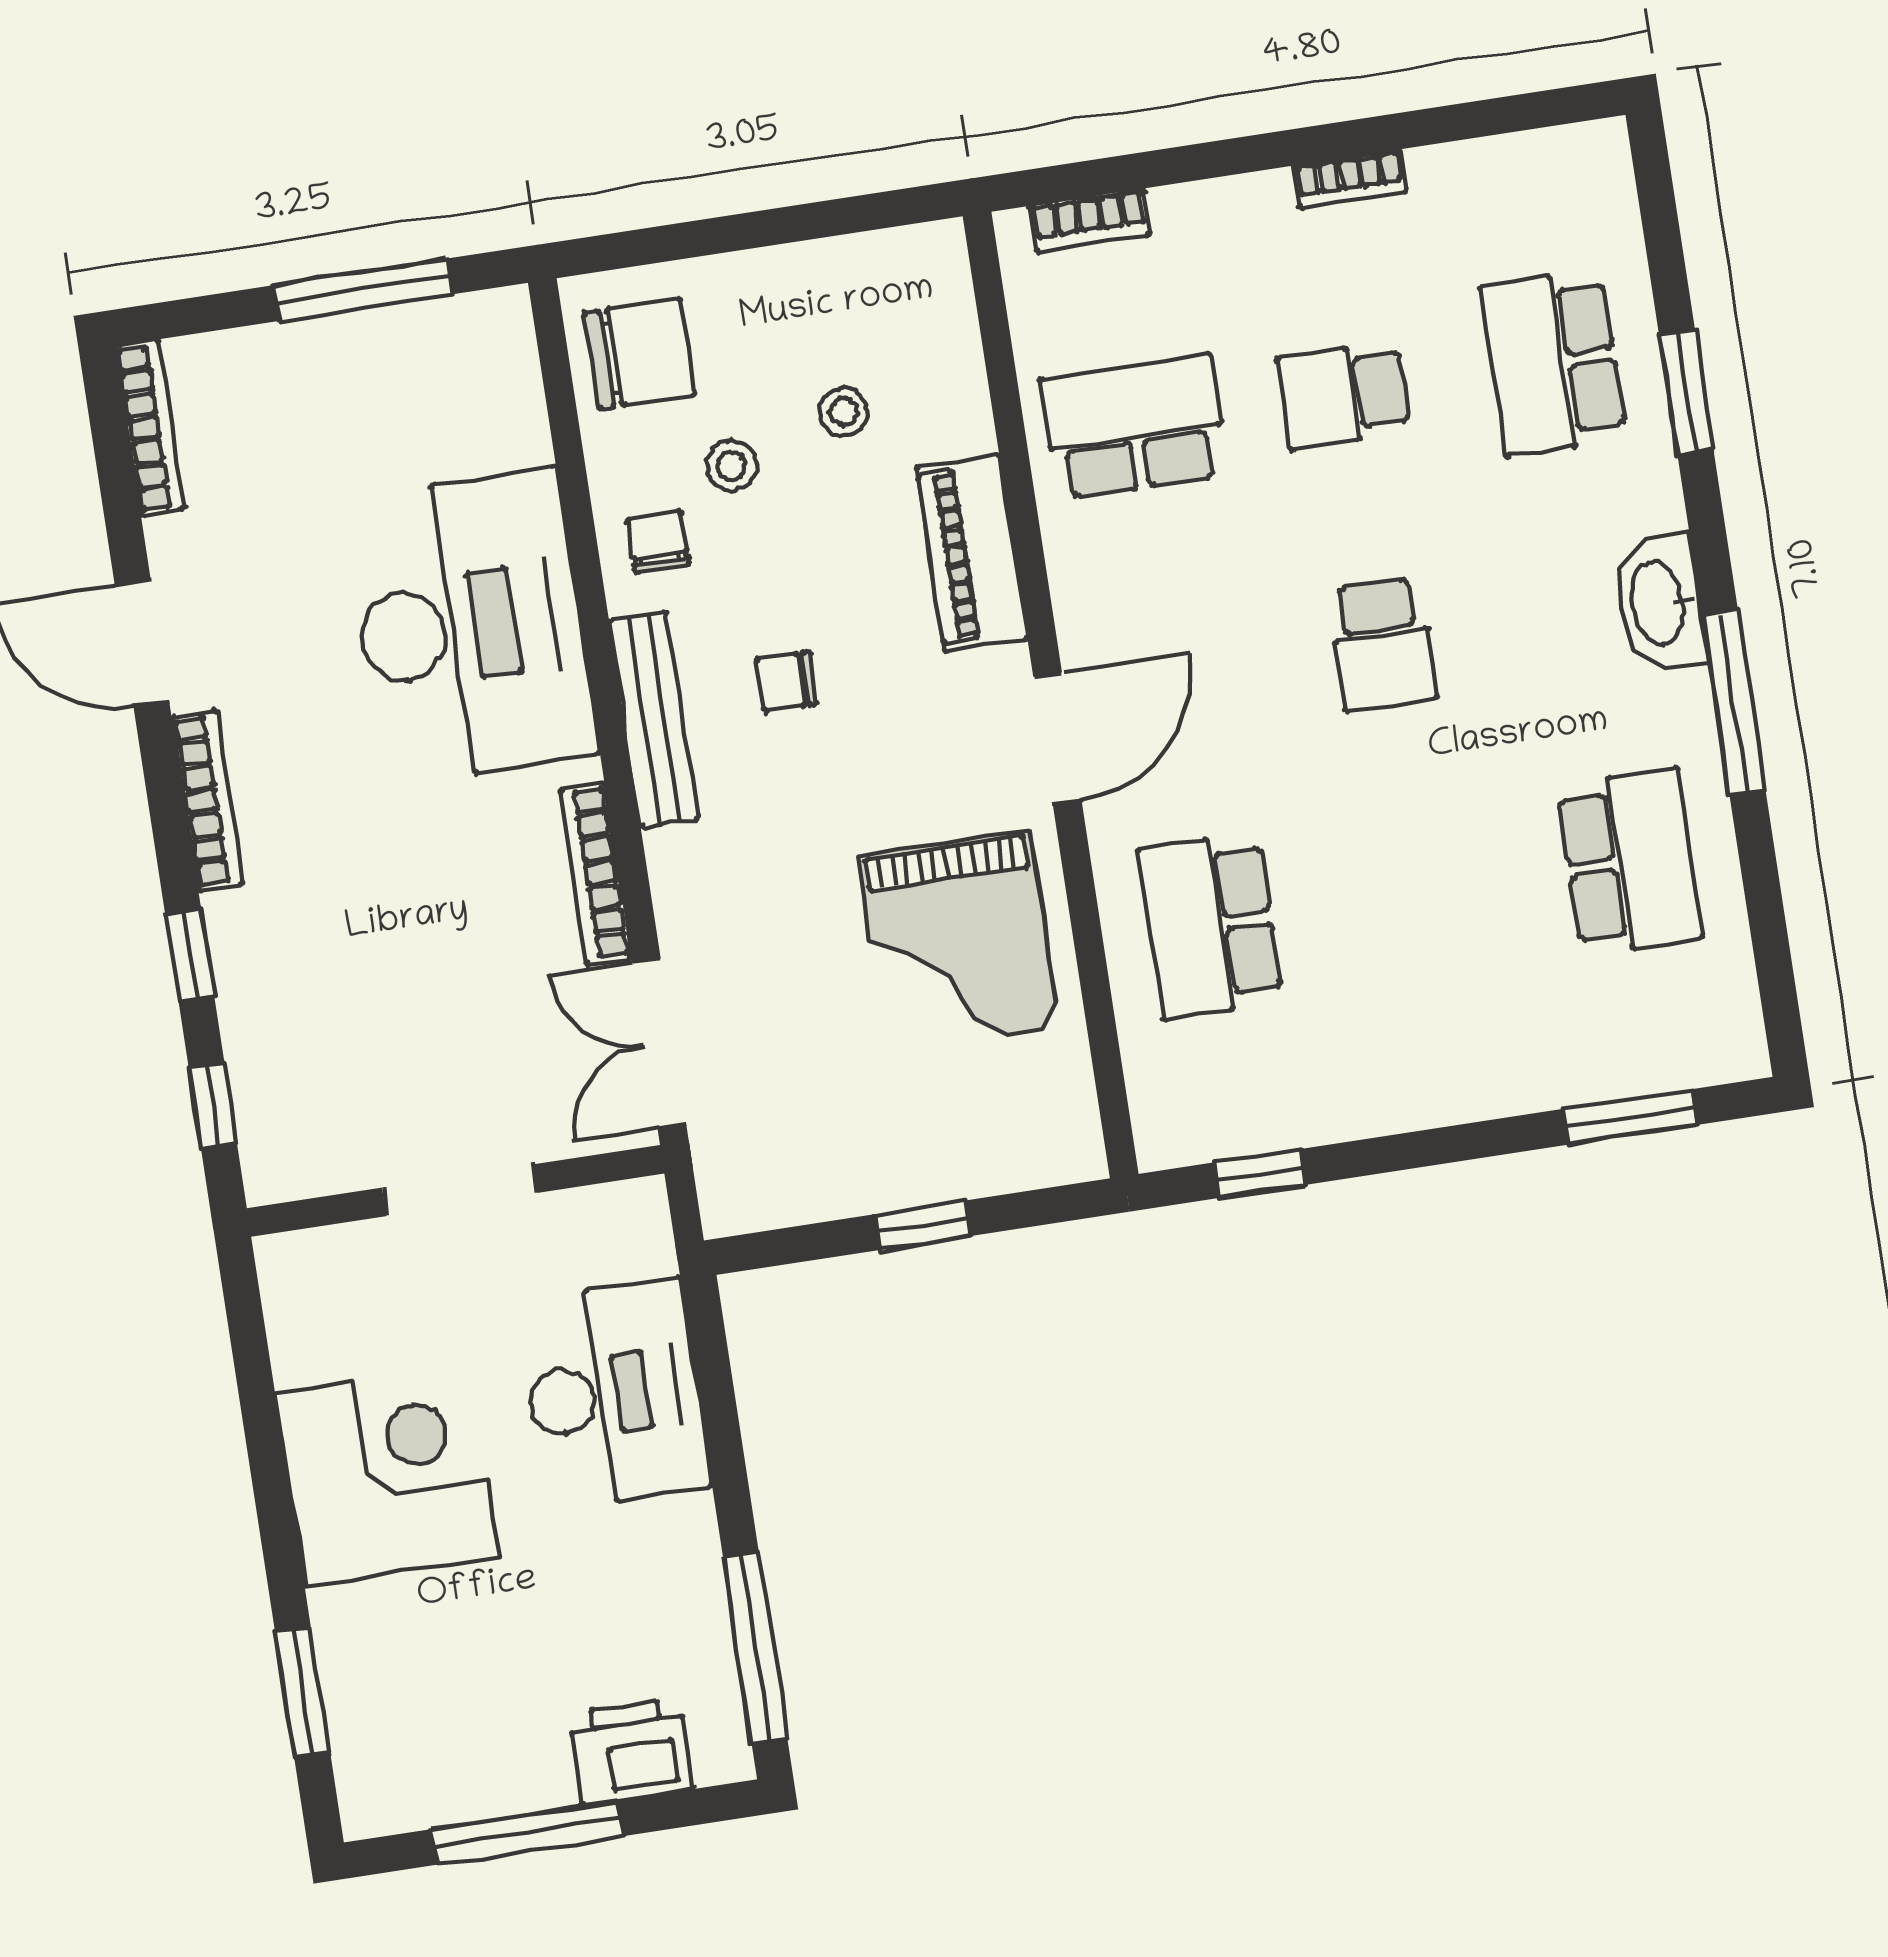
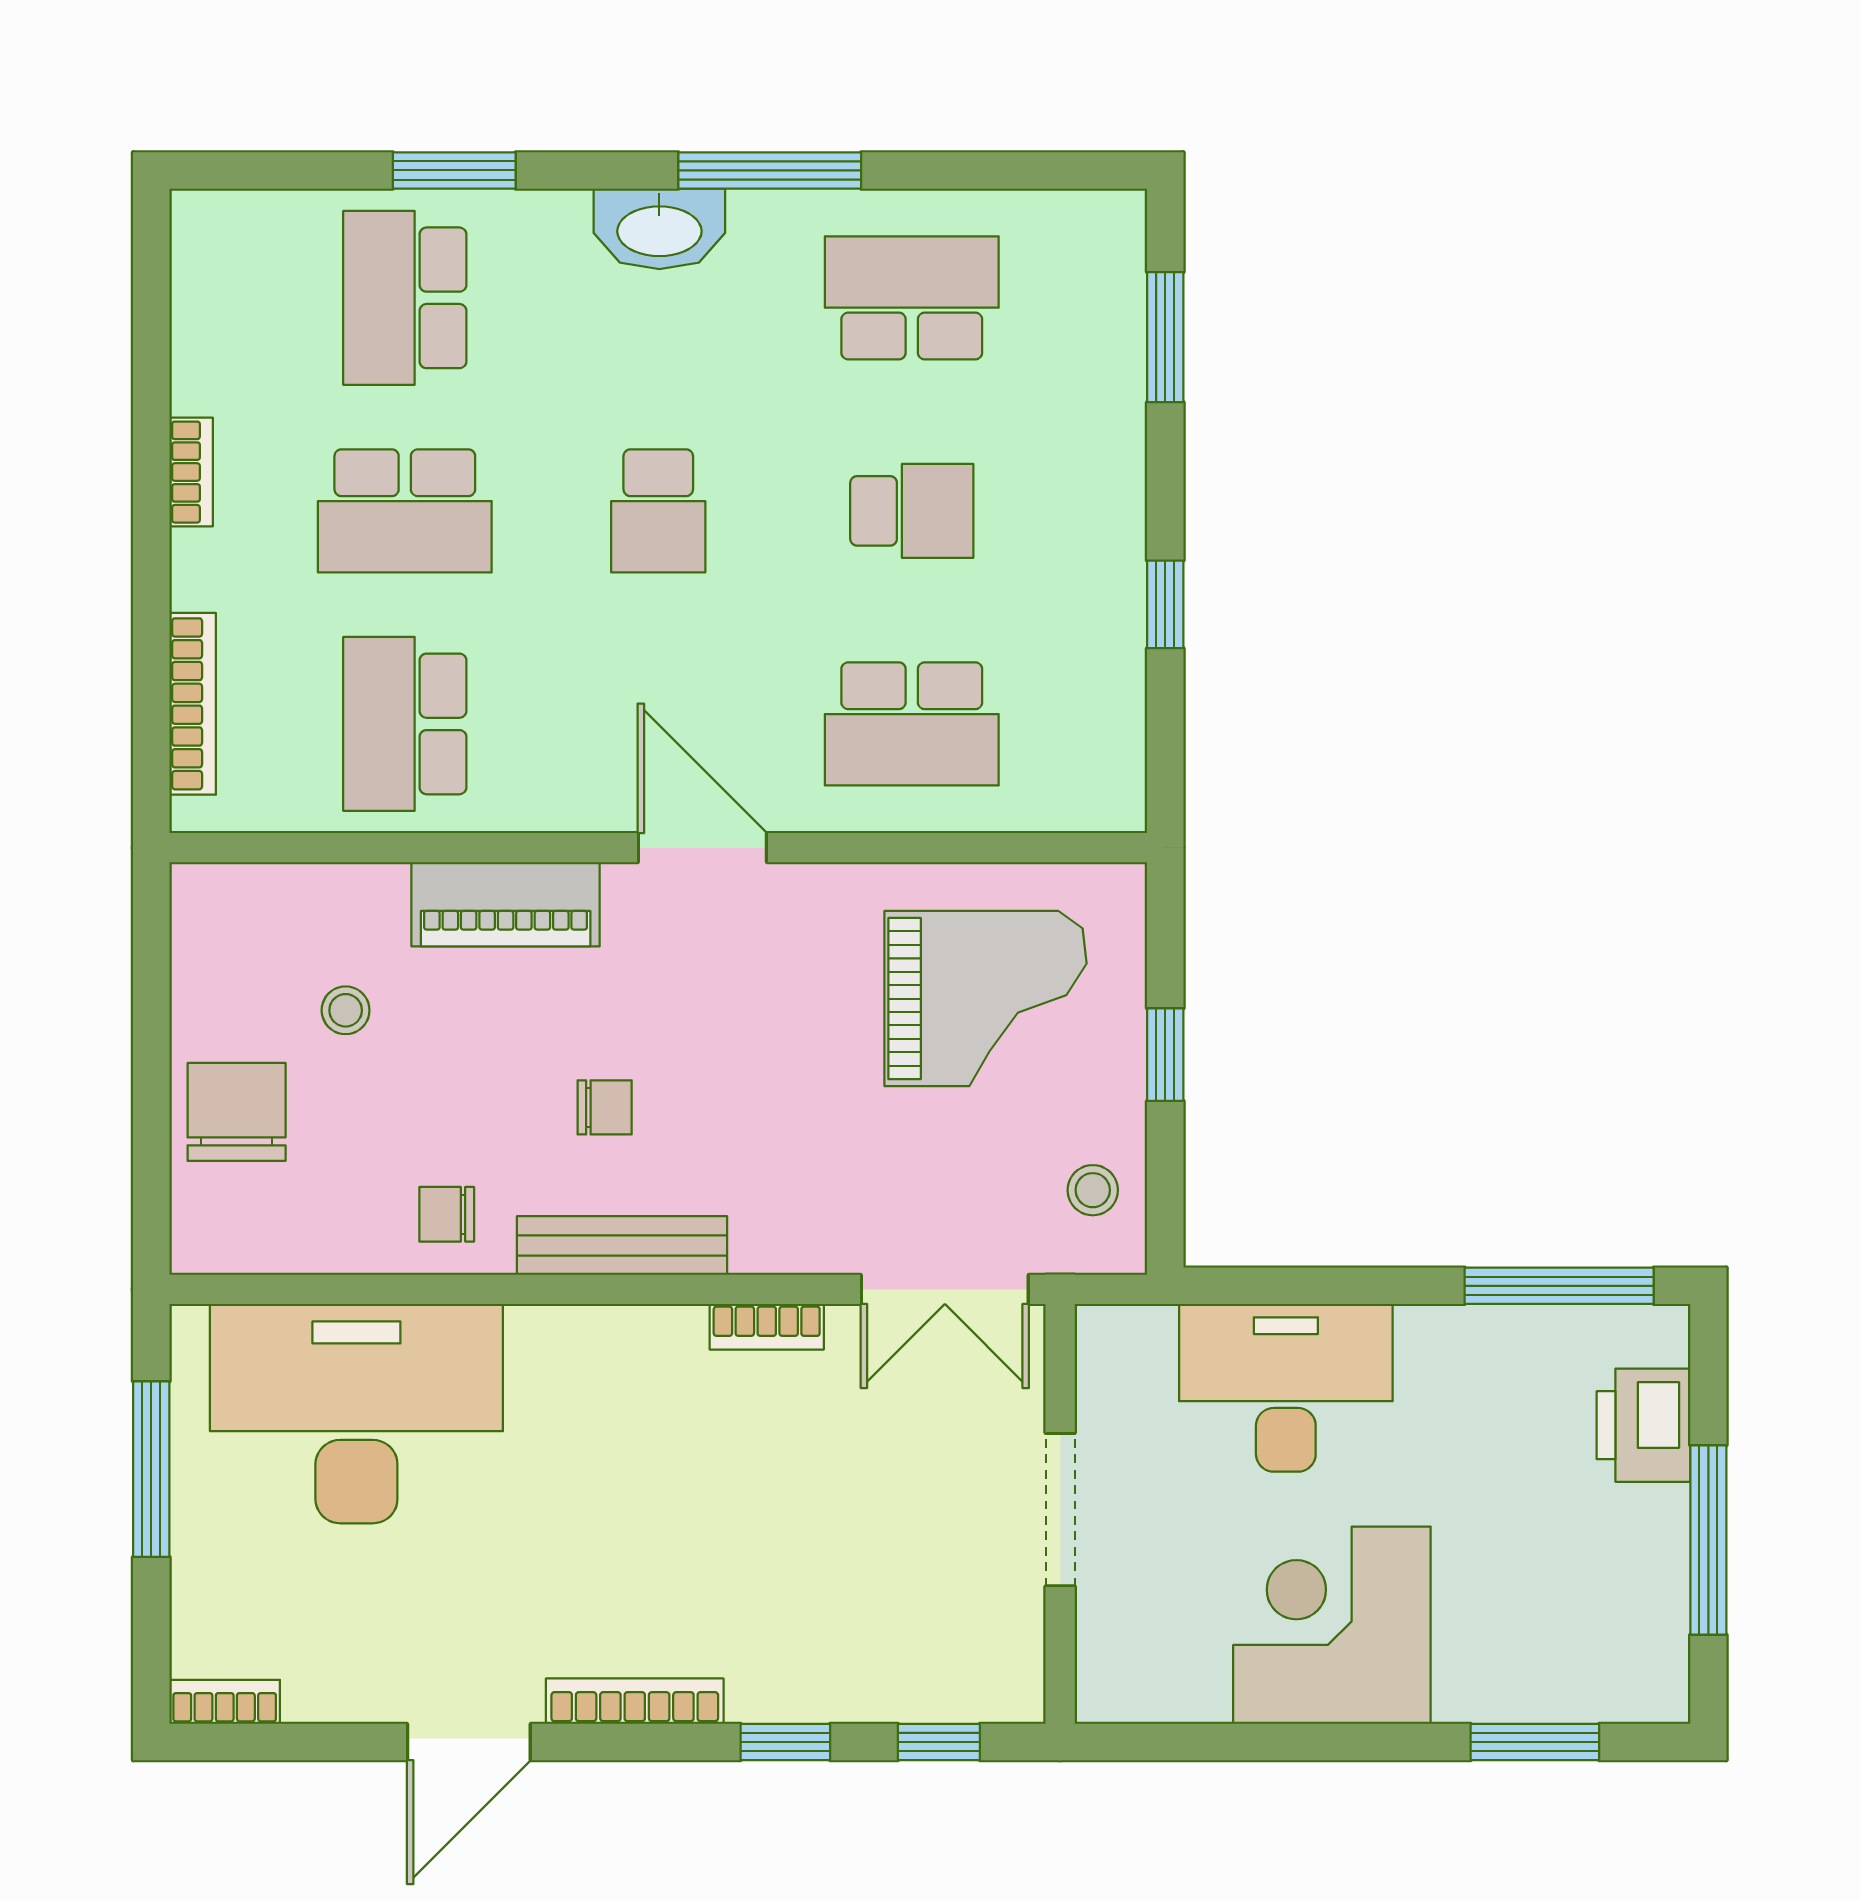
bookcase: (1090, 220) -> (193, 704), width x1.56
chair: (639, 354) -> (237, 1112), moved
school desk: (1553, 363) -> (405, 298), turned 90
school desk: (1344, 395) -> (405, 511), width x1.85
bookcase: (150, 428) -> (225, 1702), width x0.64
stool: (732, 466) -> (1093, 1190), moved
desk: (470, 626) -> (356, 1414), moved
school desk: (1382, 644) -> (658, 511), turned 90
chair: (787, 681) -> (605, 1107), turned -90
bookcase: (596, 874) -> (767, 1327), width x0.64
school desk: (1420, 894) -> (912, 511), added
grand piano: (959, 943) -> (986, 999), moved
window: (1260, 1174) -> (1165, 604), moved

